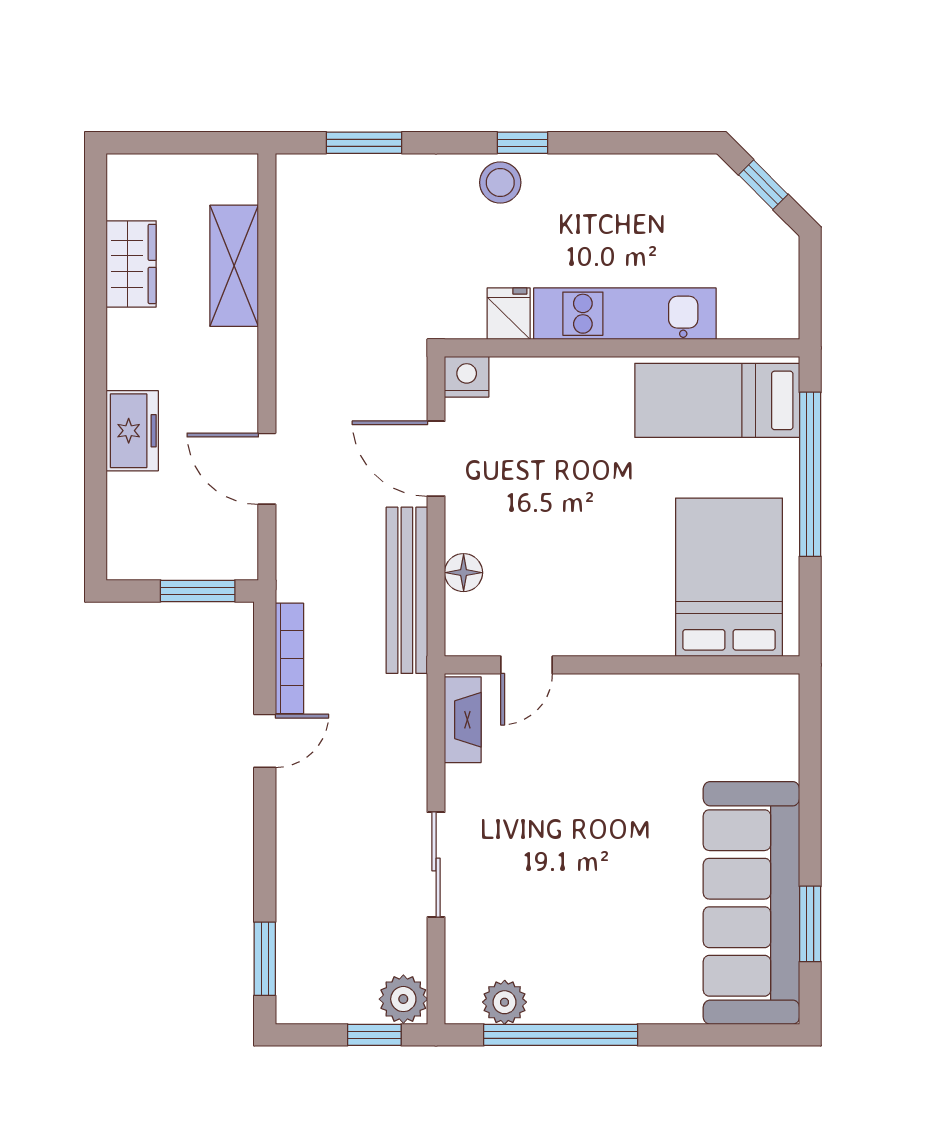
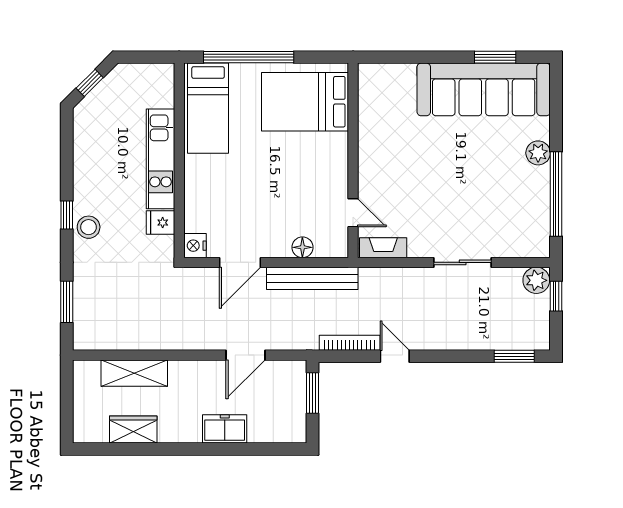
plant: (505, 1002) -> (538, 153), moved

